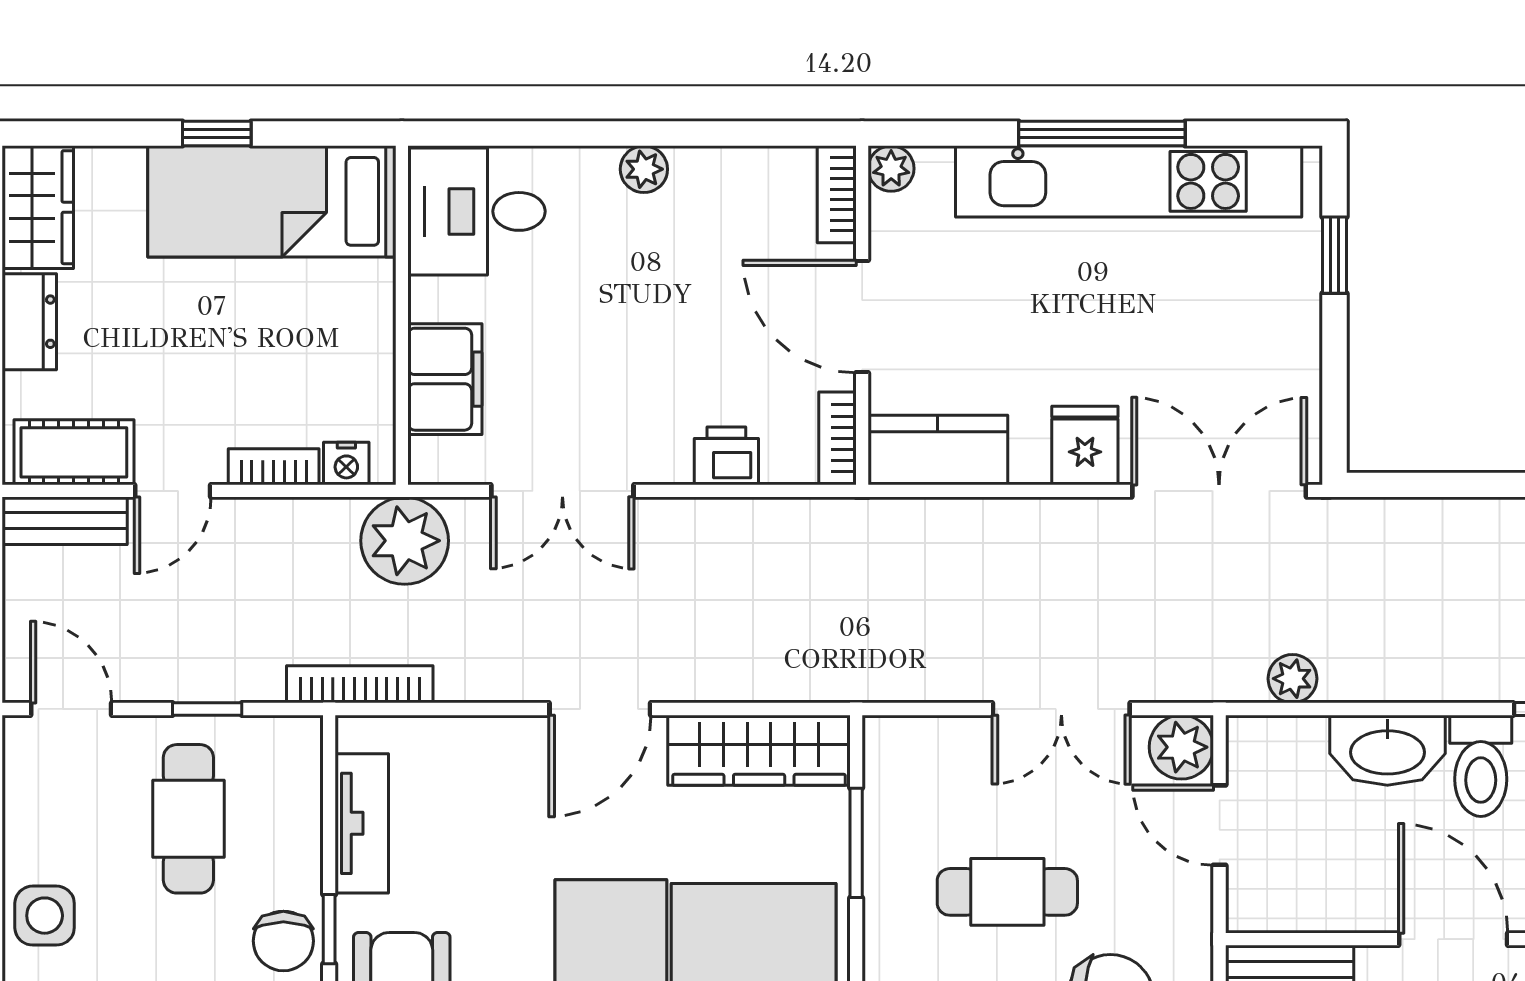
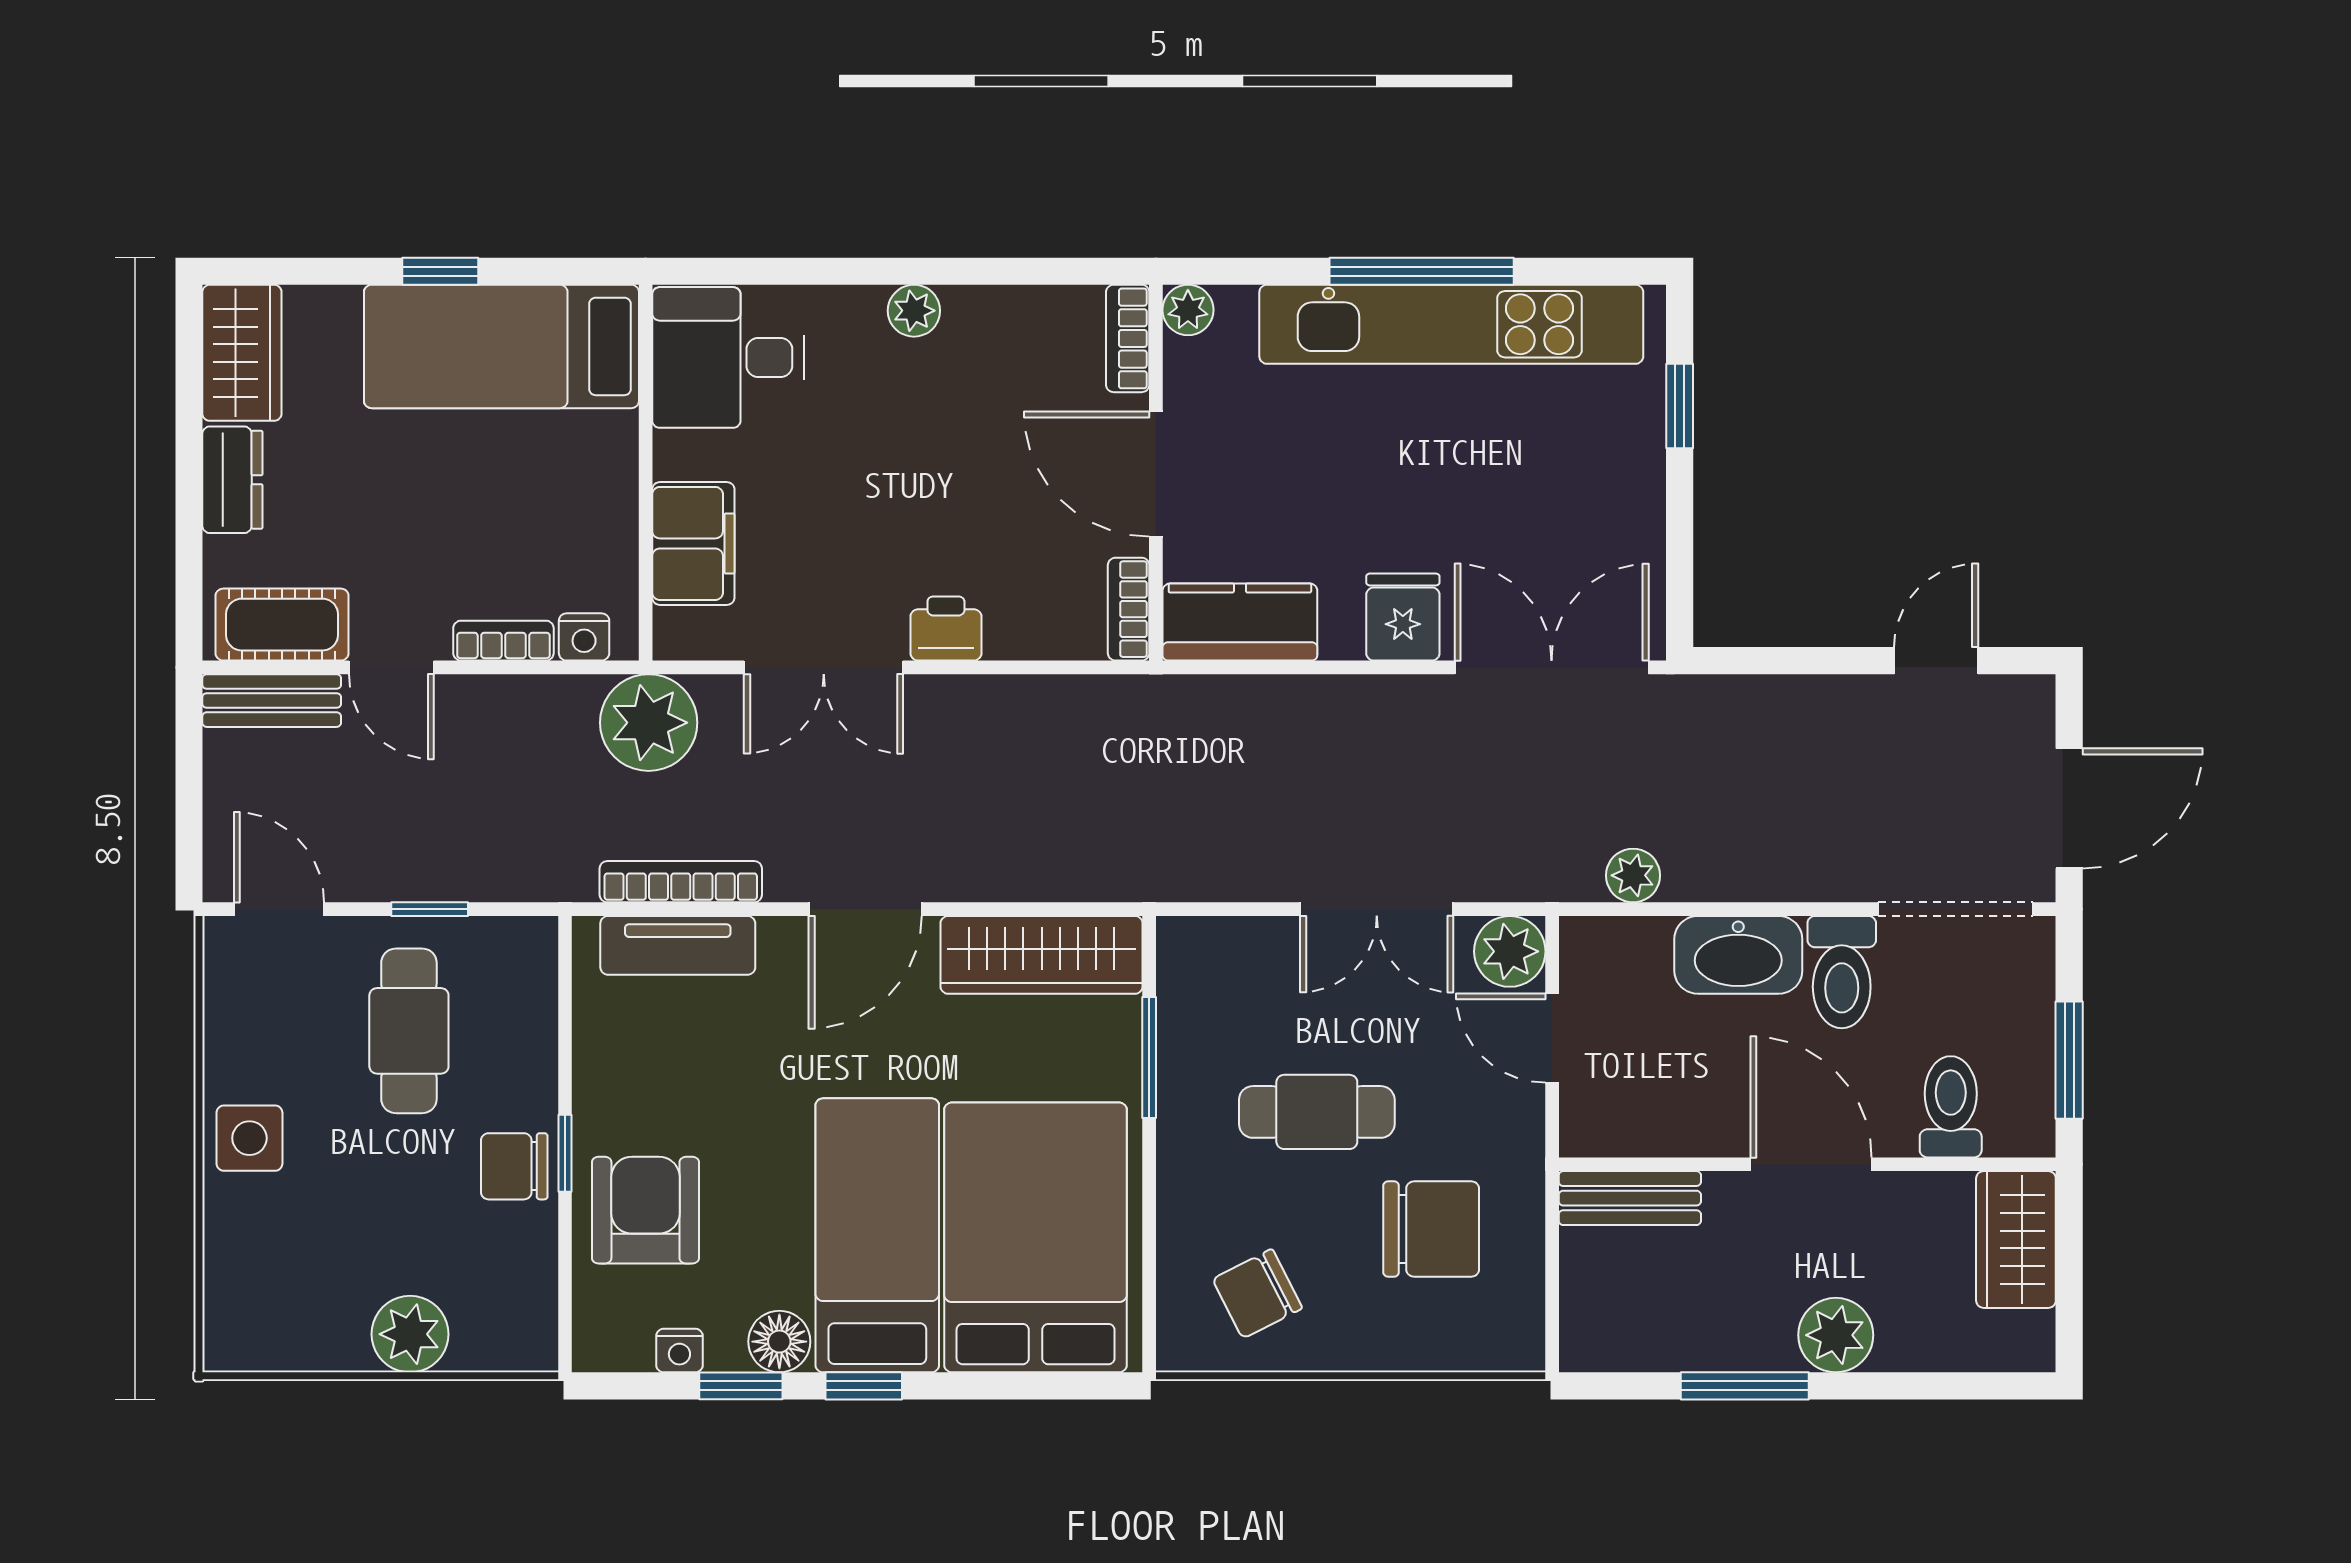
printer: (726, 456) -> (946, 628), moved
door: (173, 491) -> (391, 667), hinge flipped
bookcase: (360, 684) -> (681, 882), moved
tv unit: (362, 823) -> (678, 945), moved, turned 90
chair: (283, 941) -> (514, 1166), turned 90

